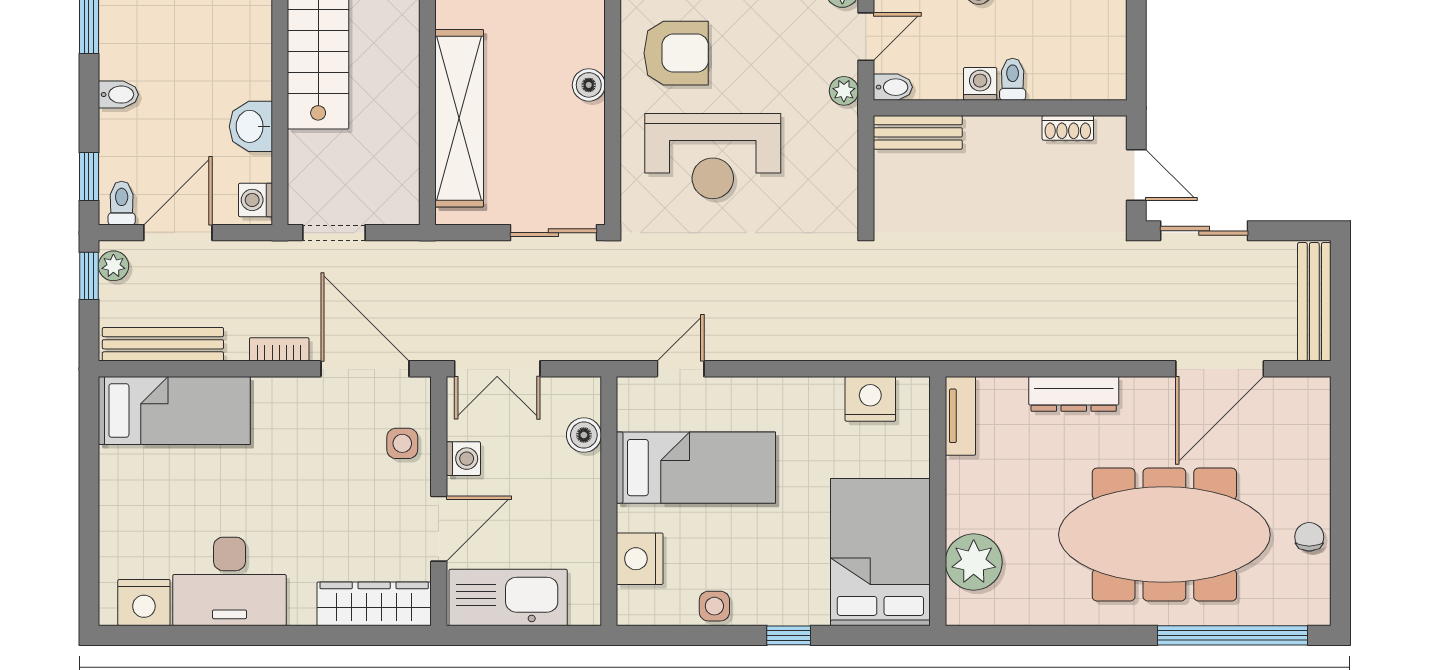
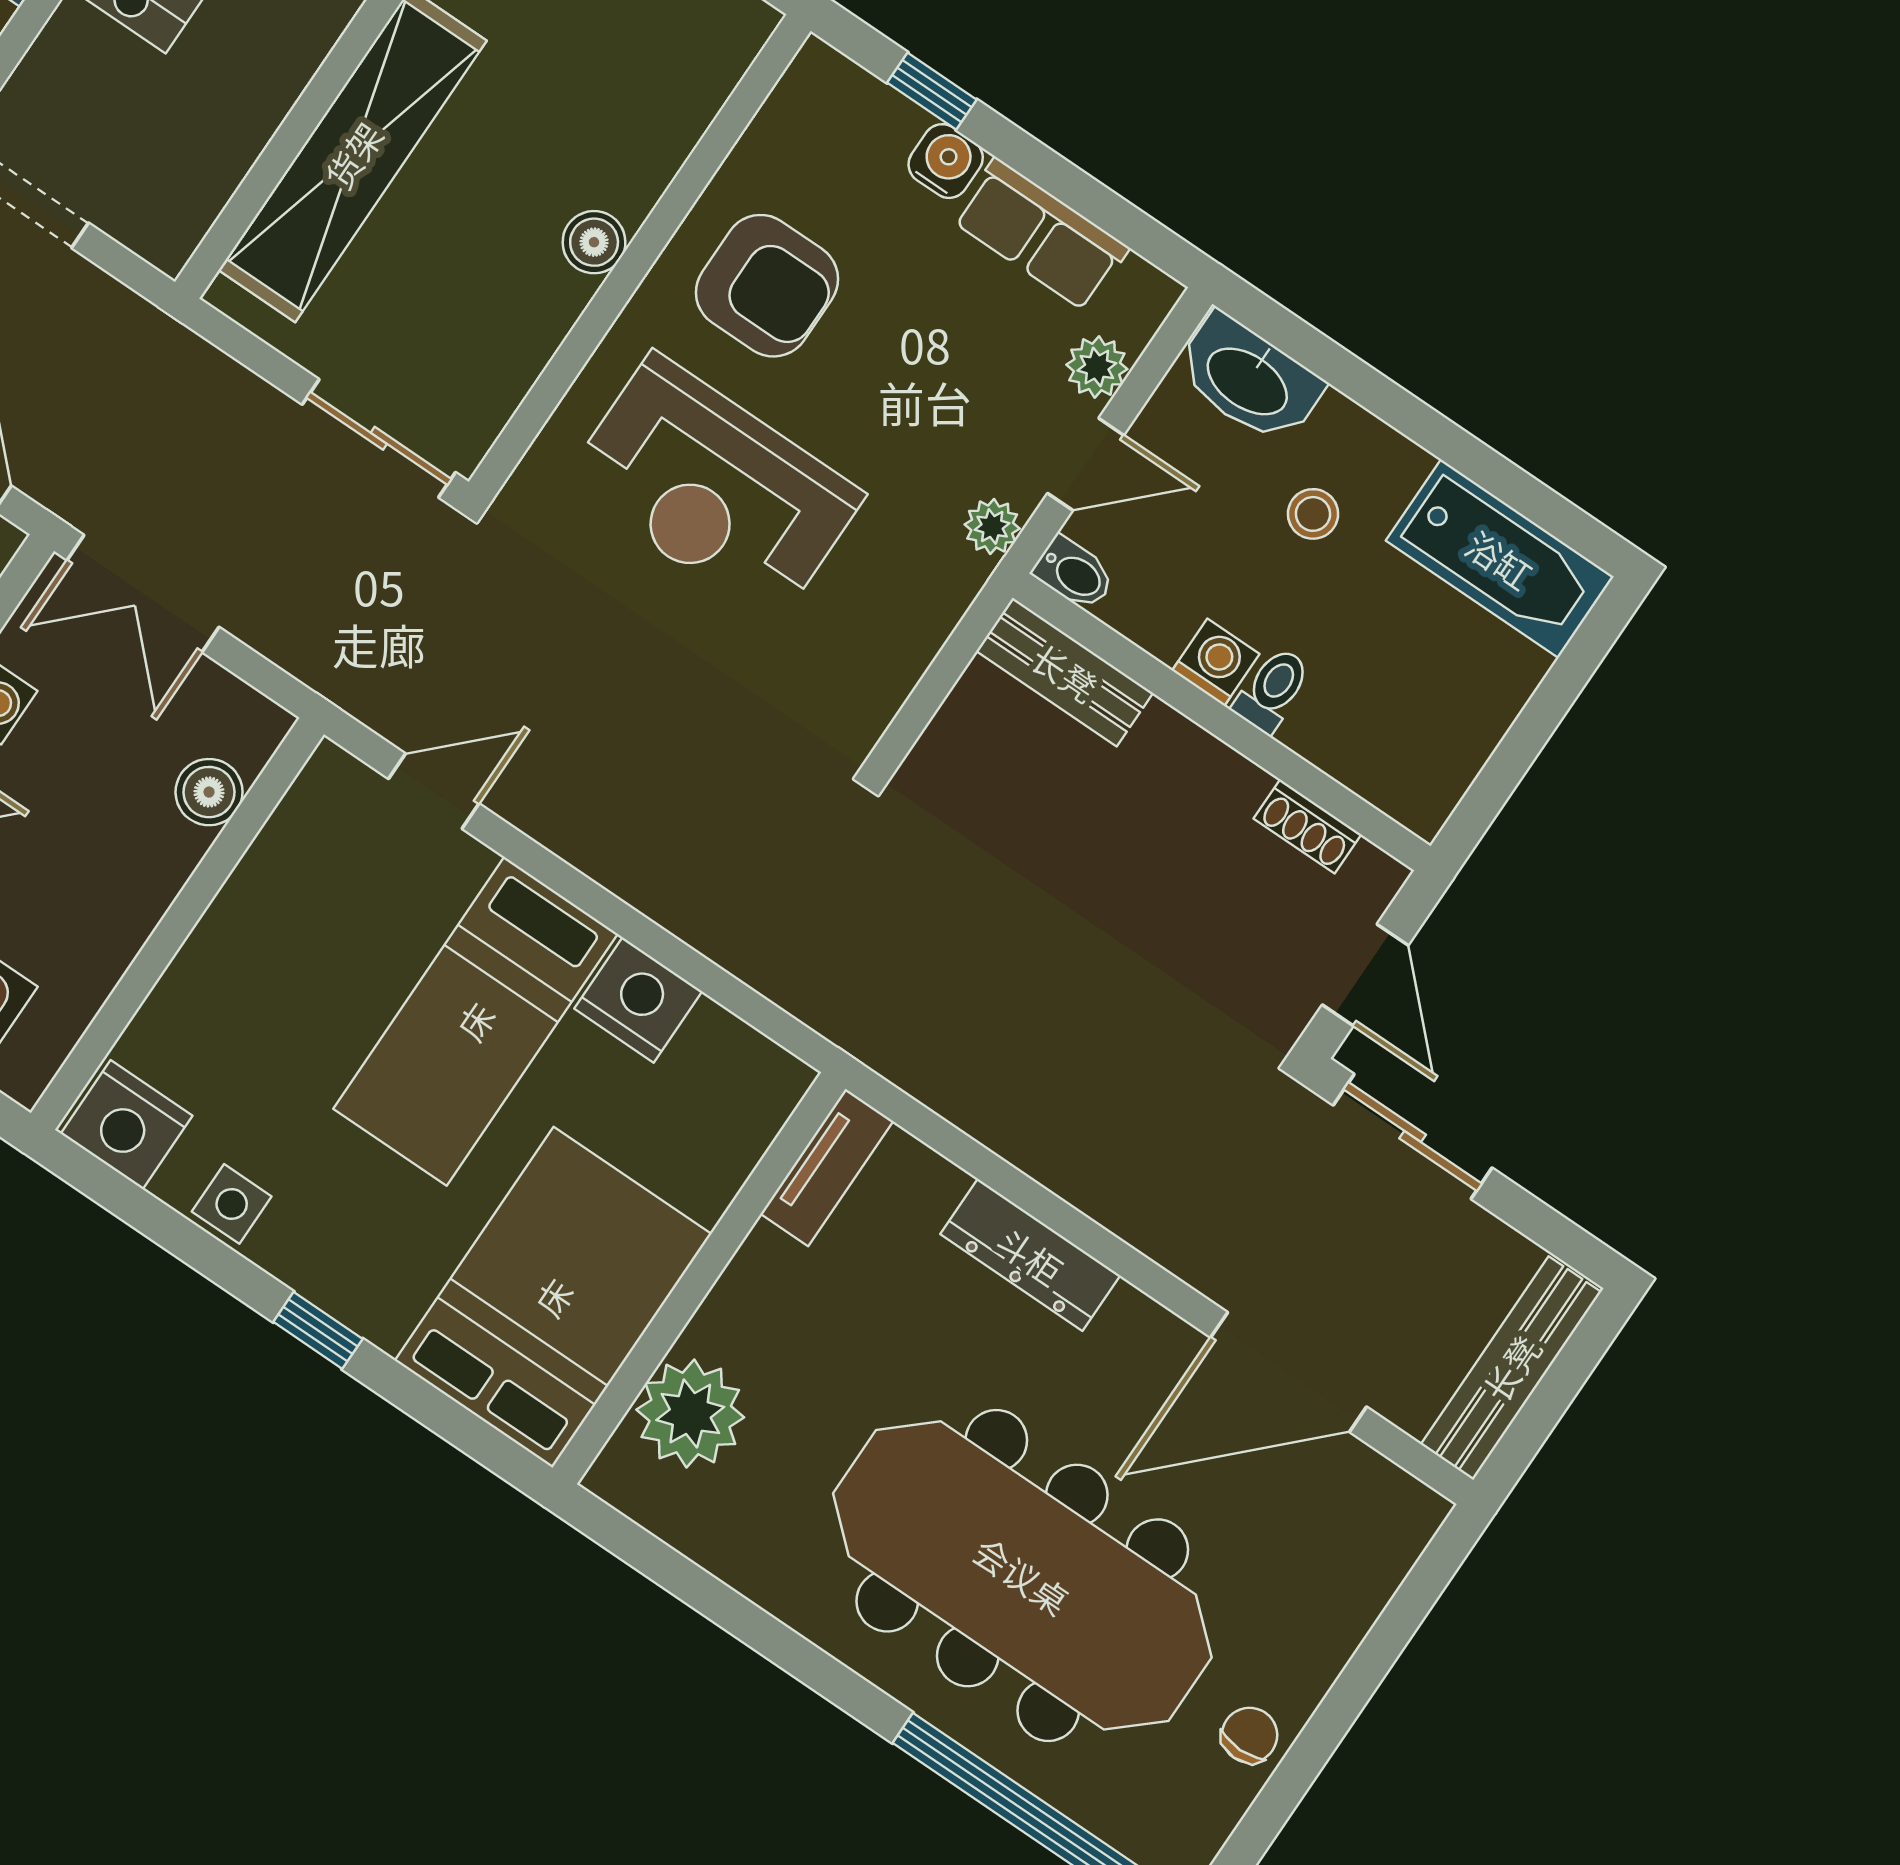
nightstand: (870, 399) -> (638, 1000), moved
bed: (696, 468) -> (475, 1021), moved, turned 90
nightstand: (640, 559) -> (127, 1125), moved, turned -90

